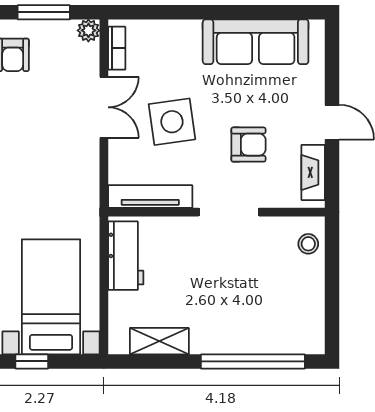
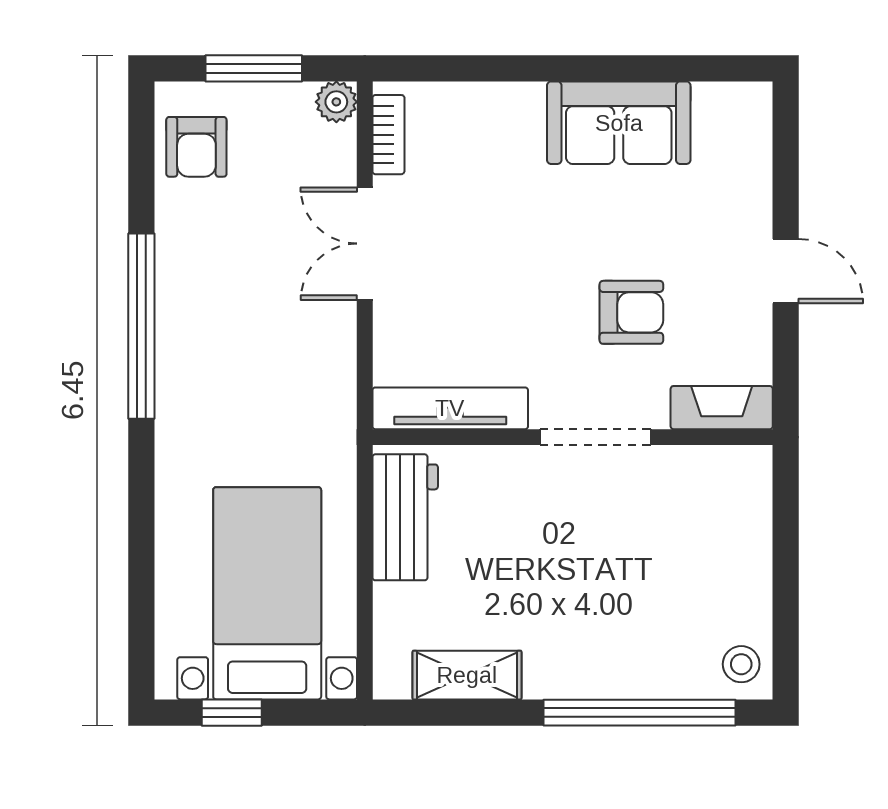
sofa: (256, 42) -> (619, 123), width x0.73
double door: (104, 107) -> (365, 244), swing flipped
side table: (172, 122) -> (490, 270), removed
fireplace: (313, 172) -> (722, 408), moved, turned 90
stool: (308, 244) -> (741, 664), moved

